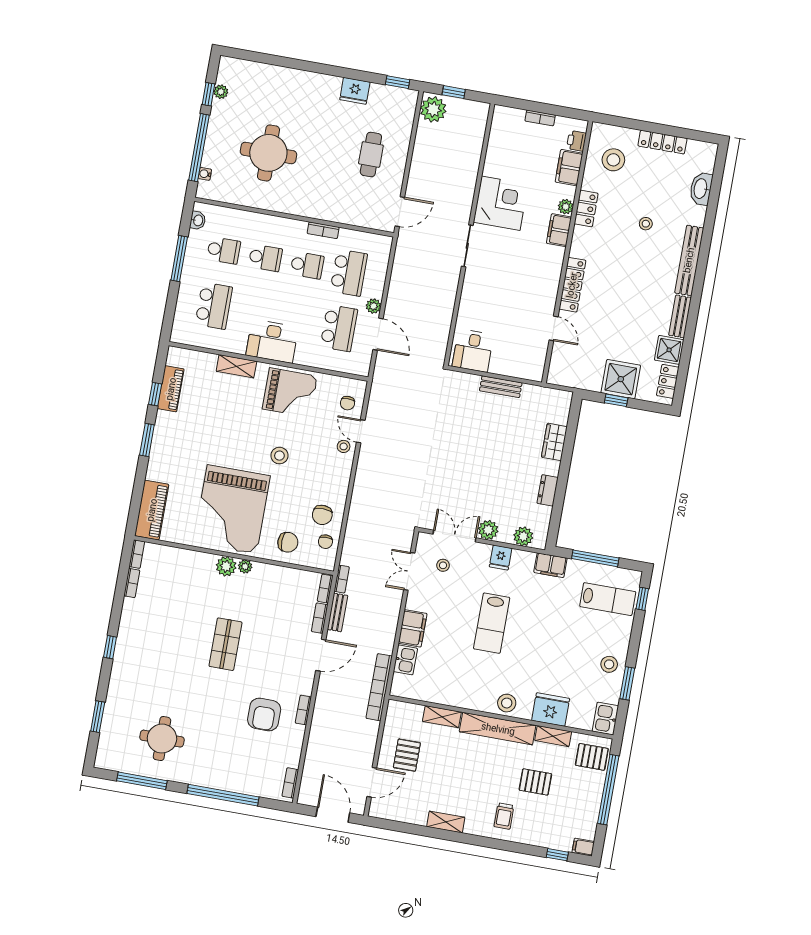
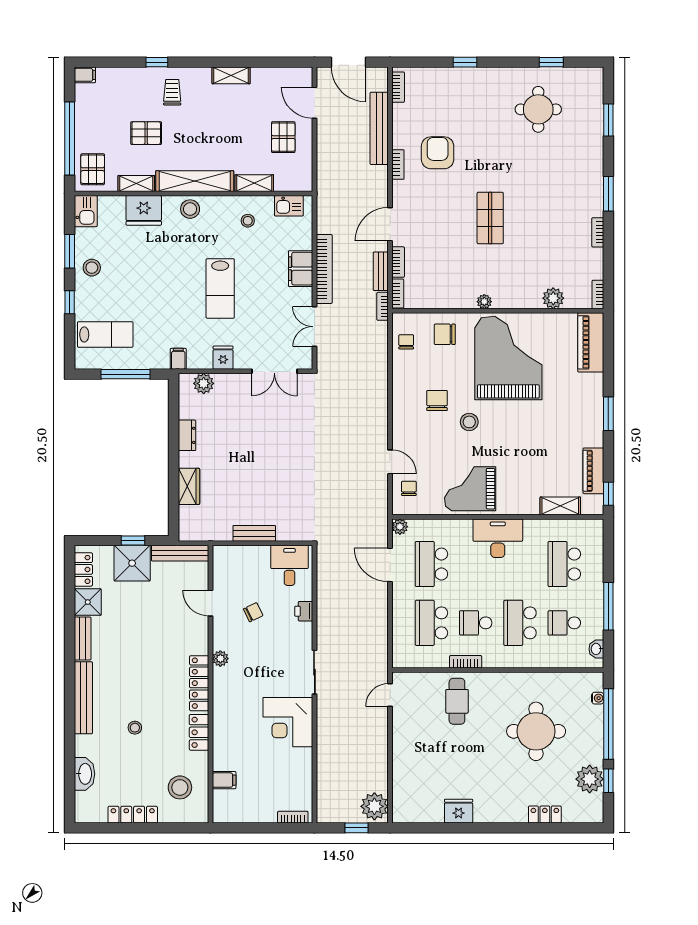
locker: (274, 73) -> (545, 814), added
window: (398, 82) -> (416, 828), removed
plant: (221, 92) -> (590, 779), width x1.87, depth x1.87
bookcase: (540, 118) -> (293, 817), moved
printer: (576, 141) -> (304, 611), moved, turned 180
cafe table: (371, 155) -> (457, 701), moved
filing cabinet: (569, 168) -> (224, 780), width x0.50
plant: (566, 207) -> (220, 659), moved
door: (400, 212) -> (390, 695), width x0.73
filing cabinet: (559, 230) -> (223, 705), removed
school desk: (265, 258) -> (520, 623), width x1.85
locker: (572, 285) -> (199, 683), moved
plant: (373, 306) -> (400, 527), moved
chair: (515, 313) -> (253, 612), added
shelving: (236, 366) -> (560, 506), moved
bench: (574, 380) -> (180, 553), added
window: (155, 394) -> (608, 494), moved
stool: (344, 446) -> (405, 443), removed
chair: (322, 515) -> (437, 401), moved
plant: (488, 530) -> (241, 384), removed
stool: (443, 565) -> (248, 221), moved
filing cabinet: (550, 565) -> (178, 359), width x0.50
plant: (226, 566) -> (553, 298), moved
double door: (409, 571) -> (314, 327), swing flipped
bookcase: (132, 583) -> (598, 232), moved
lab bench: (608, 599) -> (105, 334), turned 180
window: (642, 599) -> (70, 302), moved
lab bench: (492, 623) -> (220, 288), turned 180
window: (110, 647) -> (608, 194), width x1.50
kitchen sink: (405, 660) -> (289, 206), moved, turned -90
bookcase: (379, 687) -> (324, 269), moved
bench: (315, 747) -> (379, 128), added
pallet: (592, 757) -> (93, 169), turned 90
window: (142, 781) -> (551, 62), width x0.46
door: (372, 782) -> (314, 103), hinge flipped
window: (223, 795) -> (465, 62), width x0.32
window: (557, 855) -> (157, 62), moved

